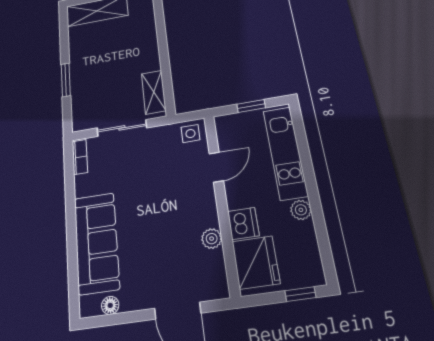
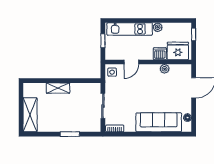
shelving: (154, 92) -> (58, 88), moved
door: (216, 167) -> (131, 62), swing flipped

